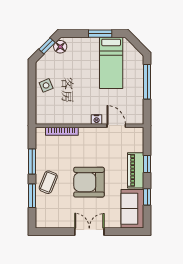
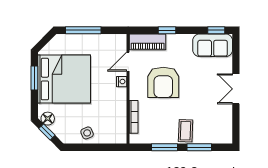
bed: (111, 63) -> (64, 79), width x2.04
piano: (136, 170) -> (148, 42), moved
coffee table: (48, 182) -> (186, 131), turned 70
armchair: (89, 182) -> (163, 82), moved
window: (147, 197) -> (216, 30), moved

